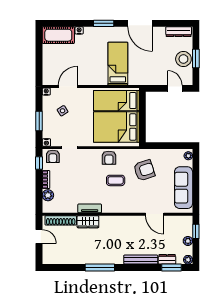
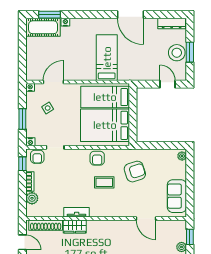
window: (104, 23) -> (49, 15), moved
sofa: (184, 188) -> (177, 196), width x0.73

